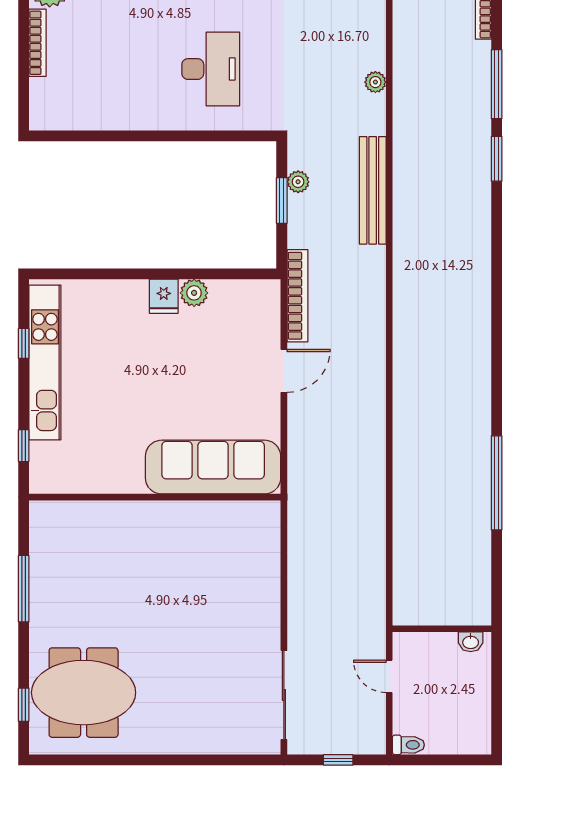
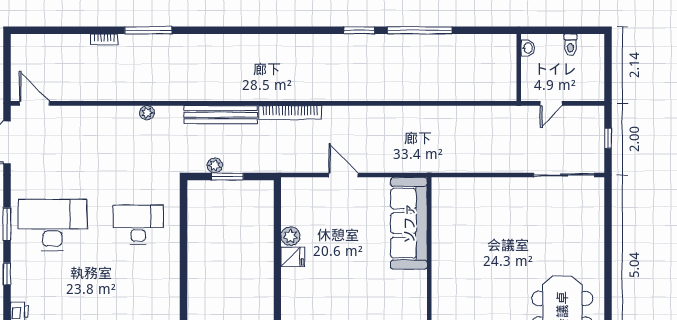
window: (497, 159) -> (359, 30), moved
bookcase: (297, 296) -> (290, 113), moved, turned 180
toilet: (408, 745) -> (570, 45), moved, turned 180

